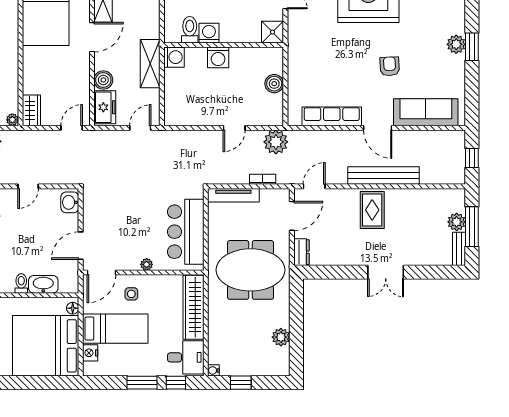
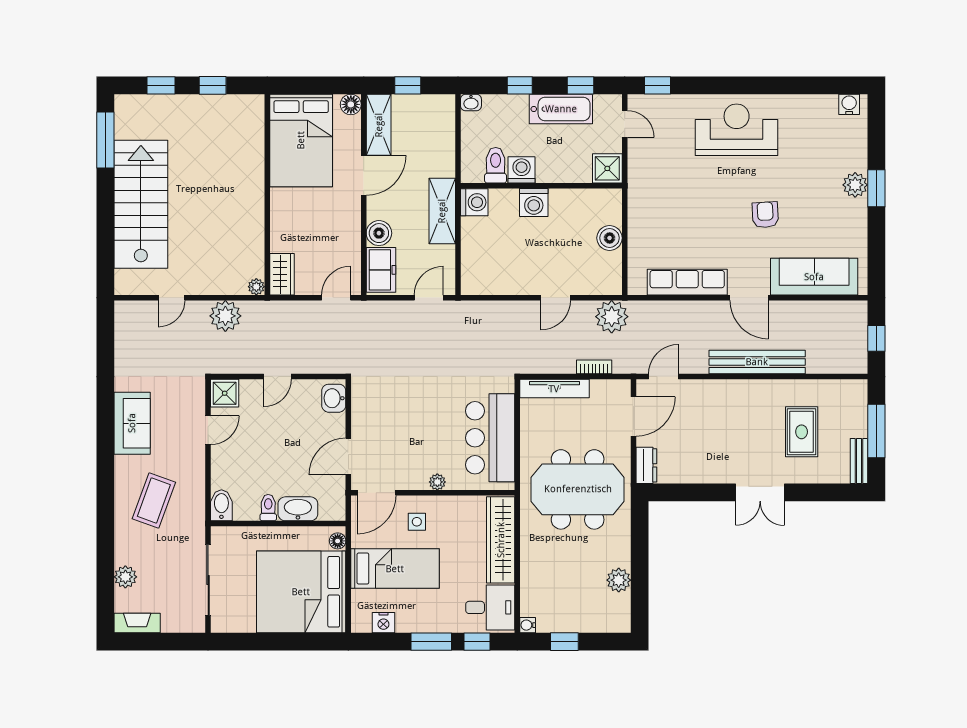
rug: (372, 210) -> (802, 432), moved
plant: (457, 222) -> (856, 425), removed
nightstand: (90, 353) -> (383, 623), moved, turned -90

